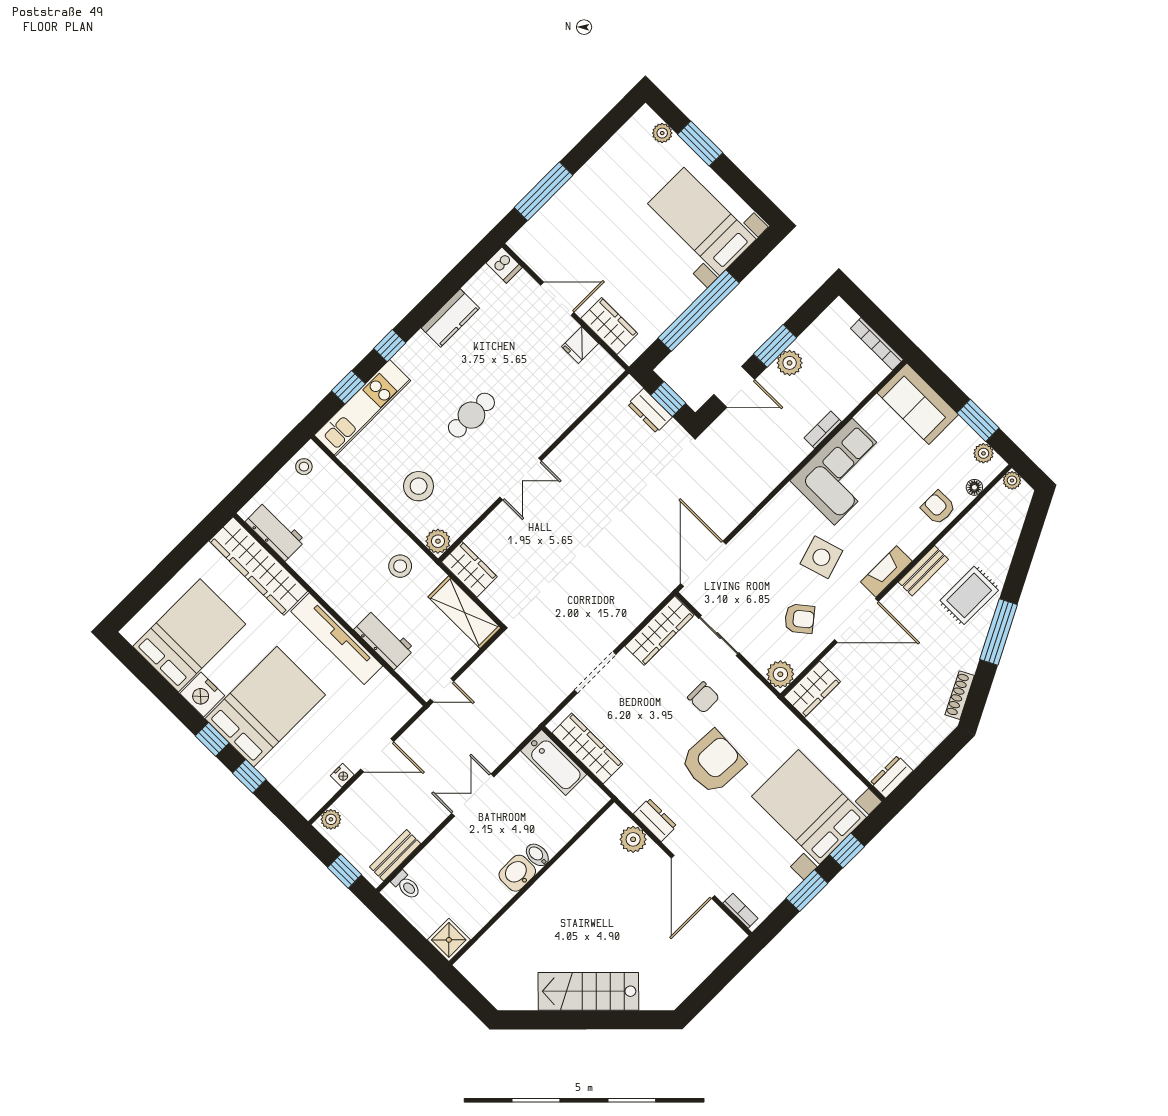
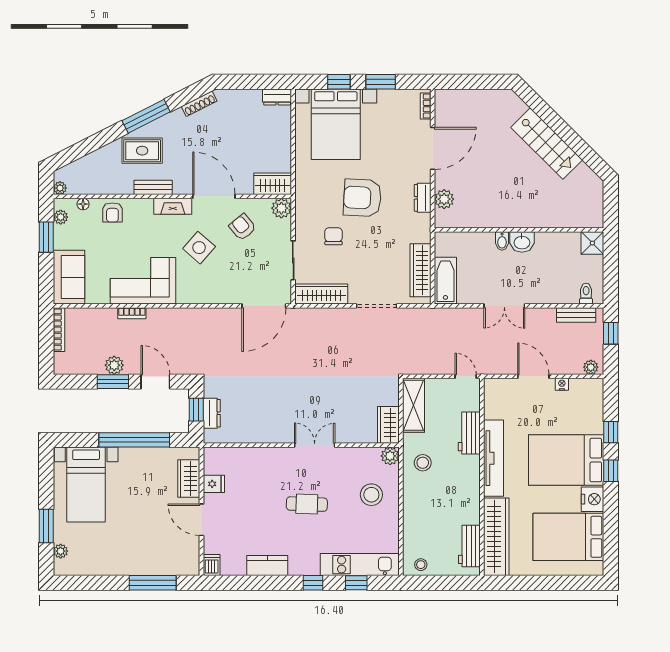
side table: (821, 557) -> (199, 248), turned -32

